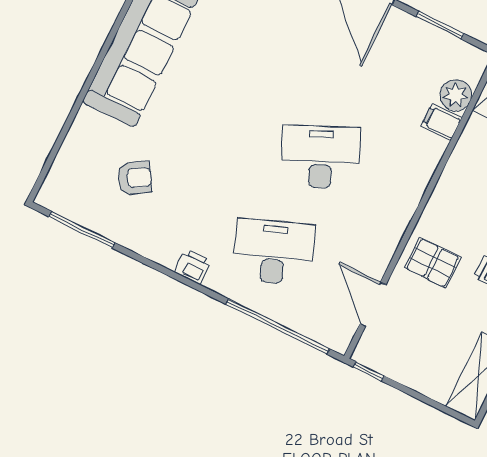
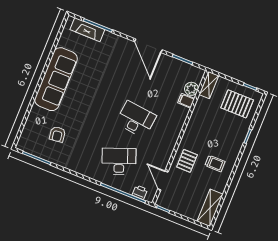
desk: (321, 157) -> (136, 119), turned 30
armchair: (135, 178) -> (57, 134), turned 113
pallet: (433, 263) -> (187, 161), turned 90
printer: (193, 267) -> (140, 192), moved

